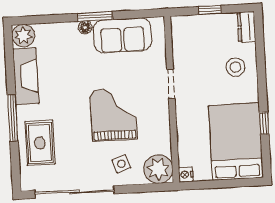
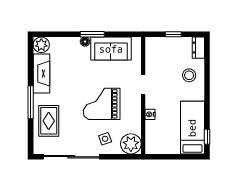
grand piano: (114, 115) -> (102, 104), turned -90
window: (264, 123) -> (207, 137), moved
bed: (236, 142) -> (192, 128), width x0.67
nightstand: (186, 175) -> (150, 114), moved

